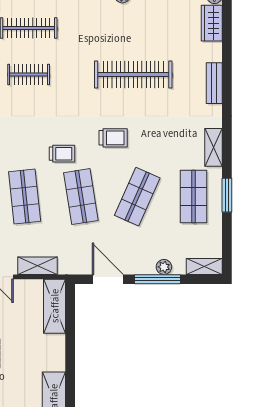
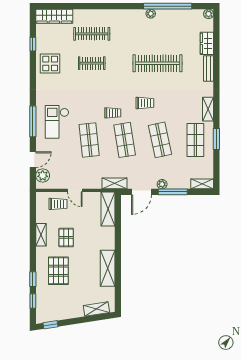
wardrobe: (212, 23) -> (207, 43), moved
shop shelf: (137, 197) -> (160, 140), turned -36
shelving: (37, 266) -> (114, 183), moved
plant: (164, 267) -> (162, 184), moved
door: (108, 279) -> (142, 192), swing flipped

